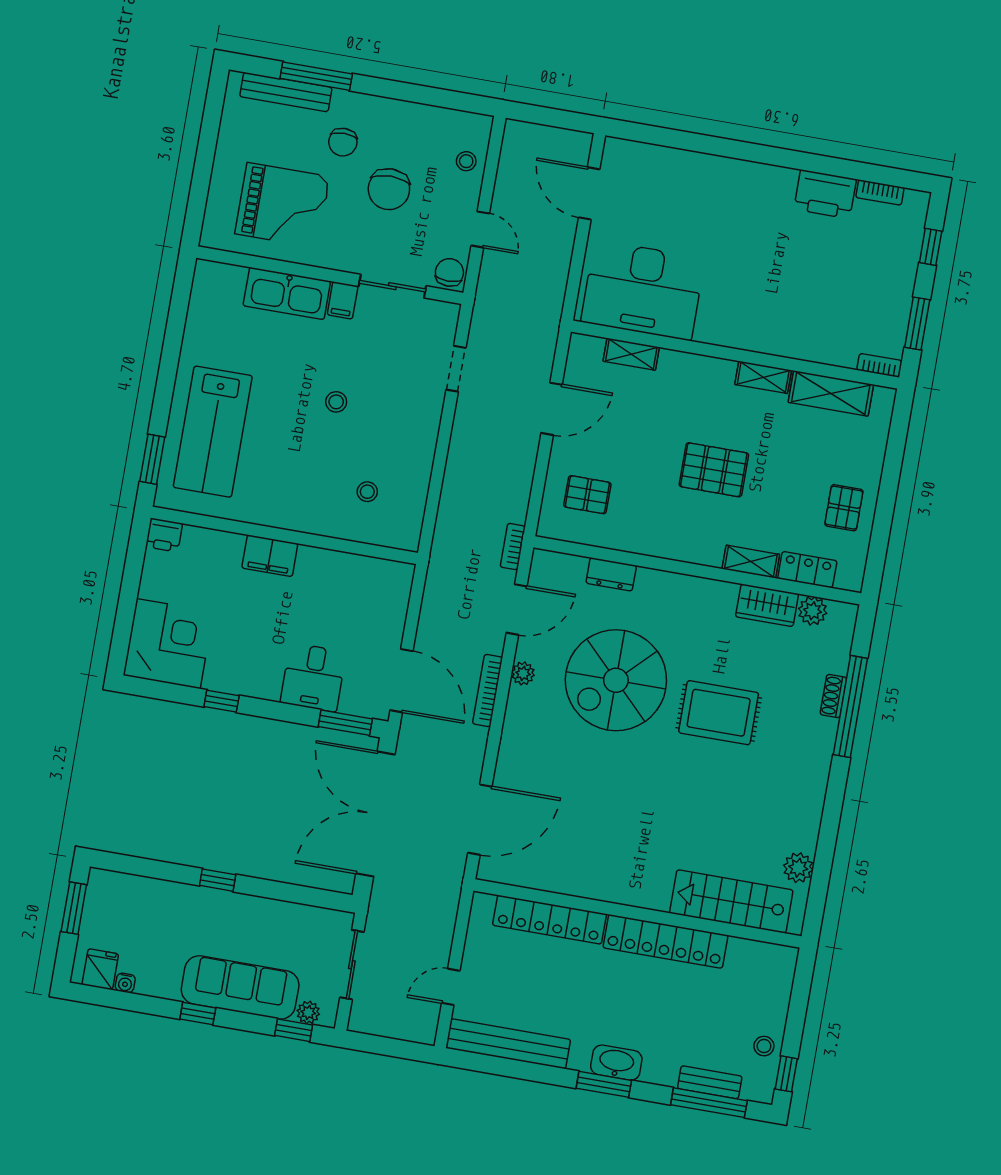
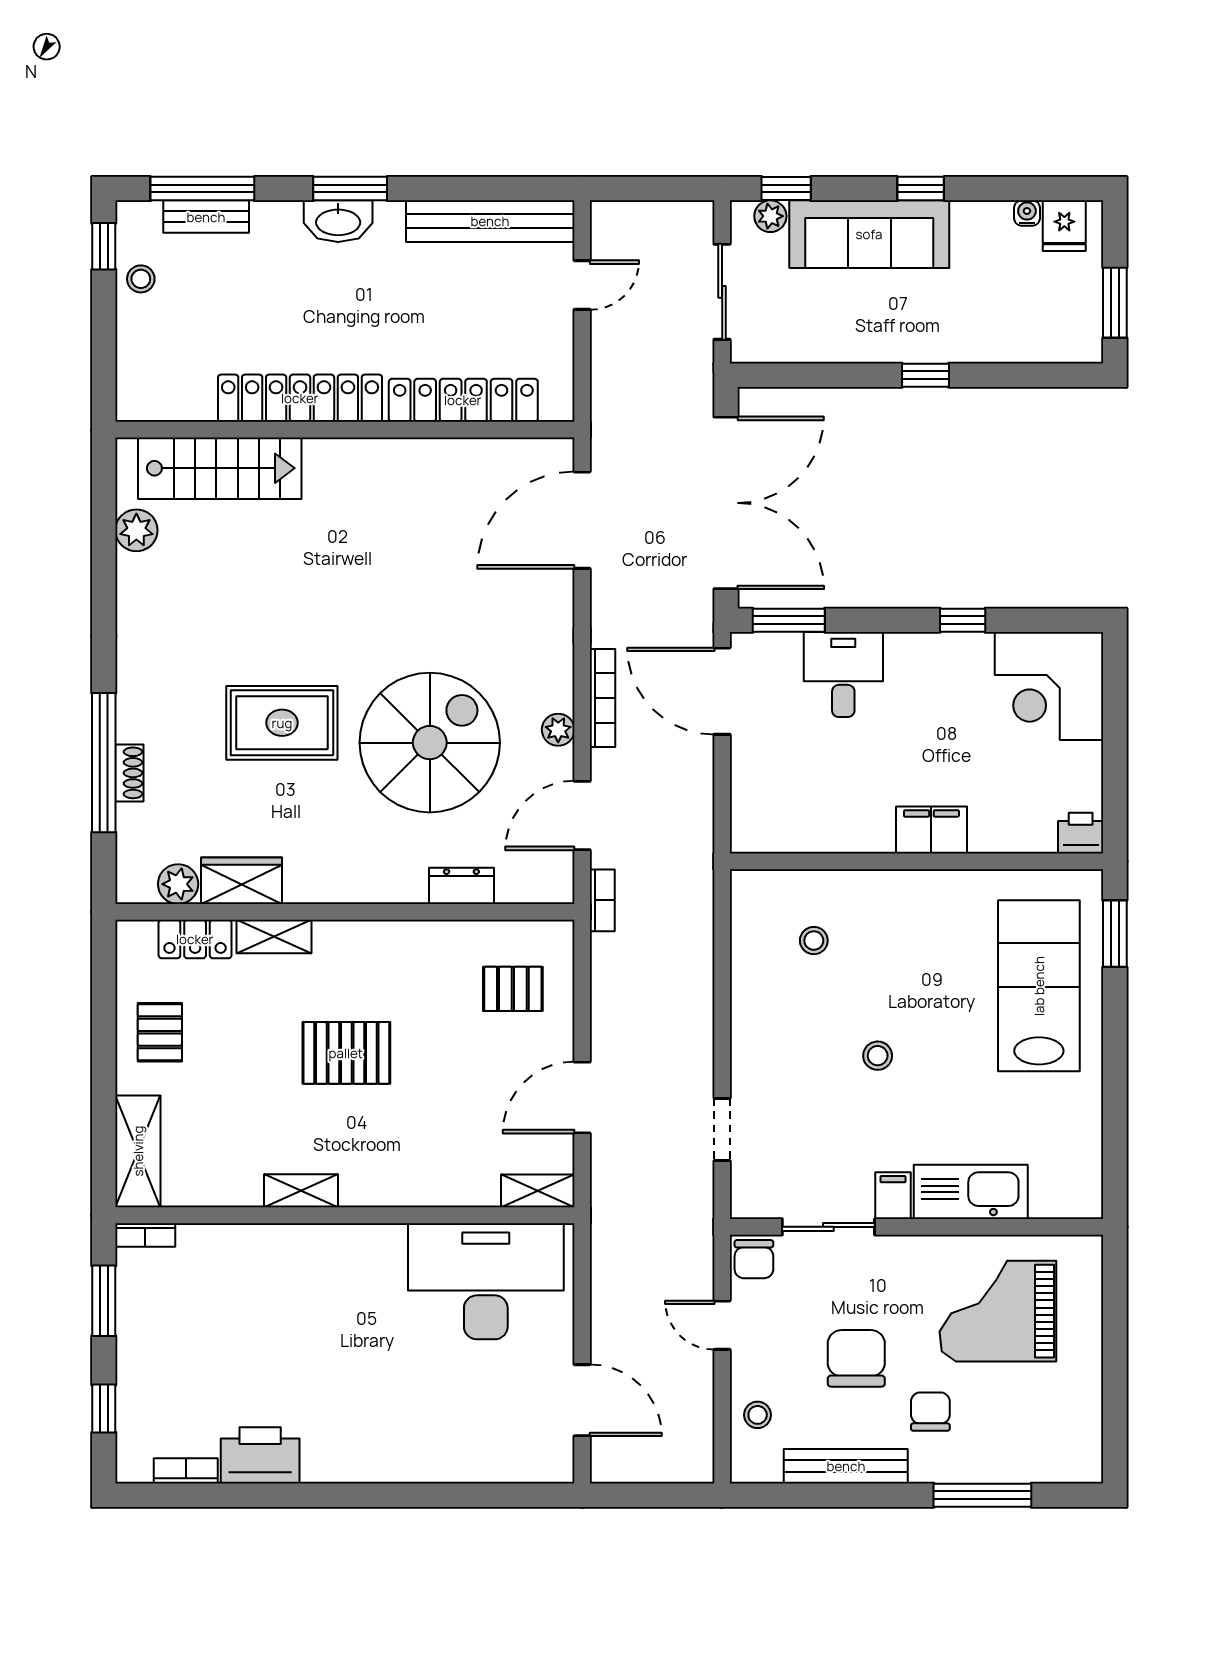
bench: (286, 92) -> (846, 1466), moved
shelving: (631, 354) -> (538, 1191), moved
shelving: (831, 393) -> (138, 1151), moved, turned 90

